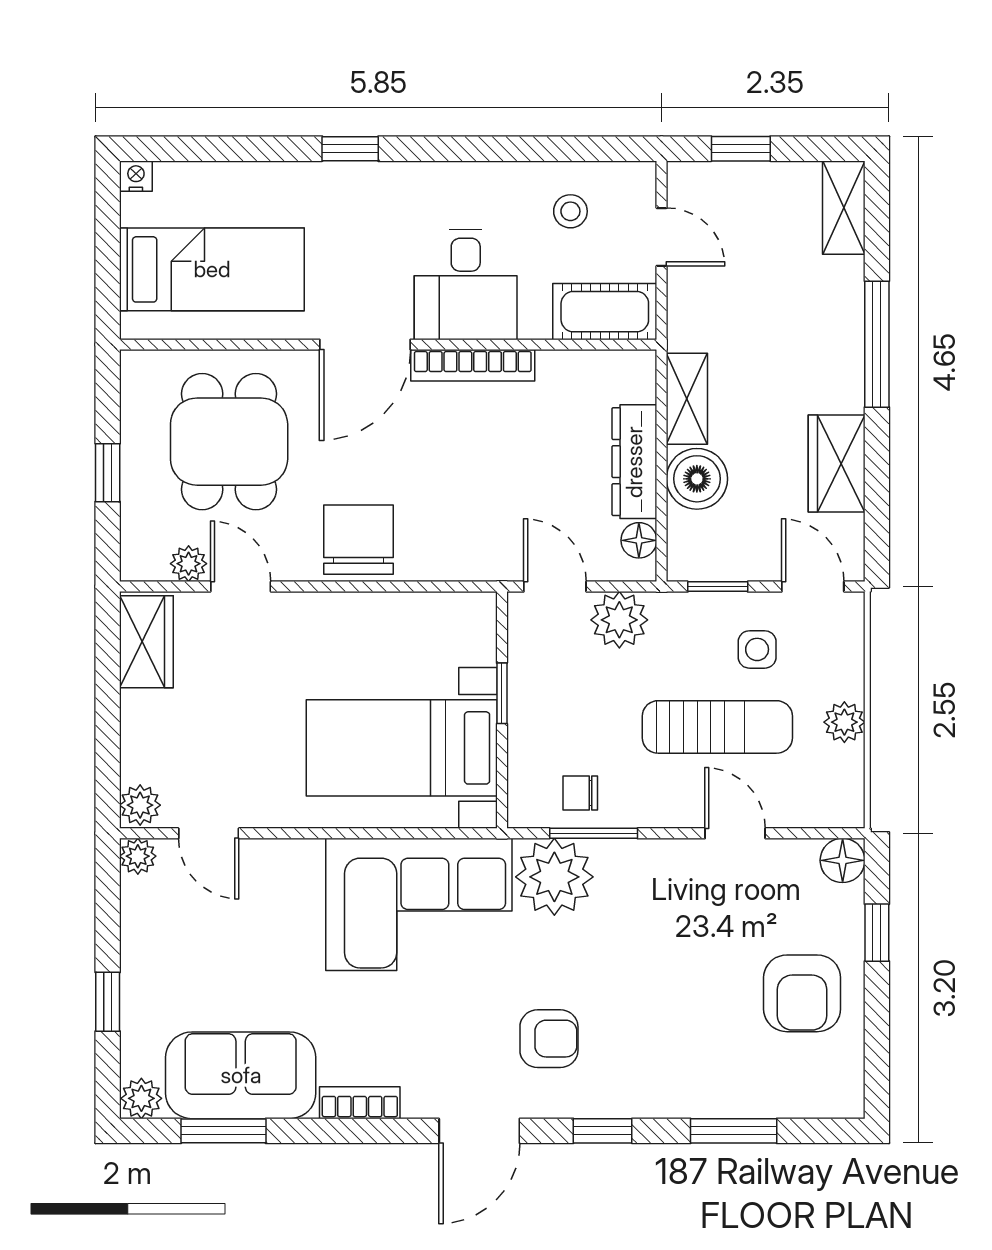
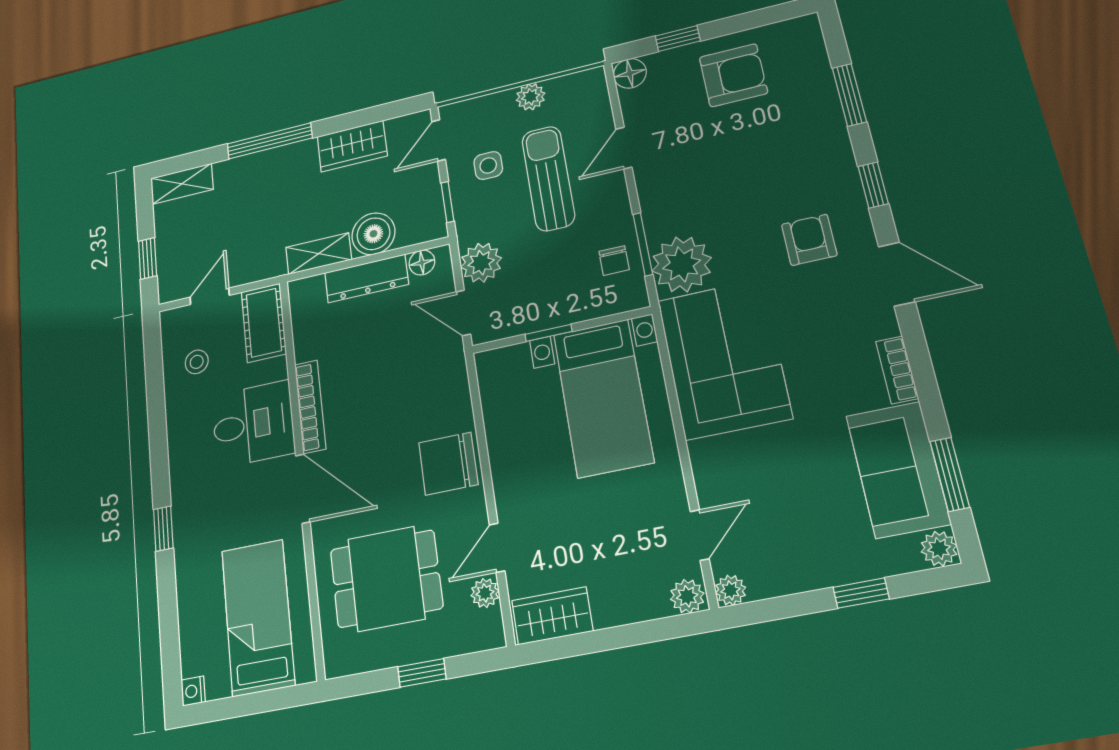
door: (555, 587) -> (463, 313), hinge flipped

